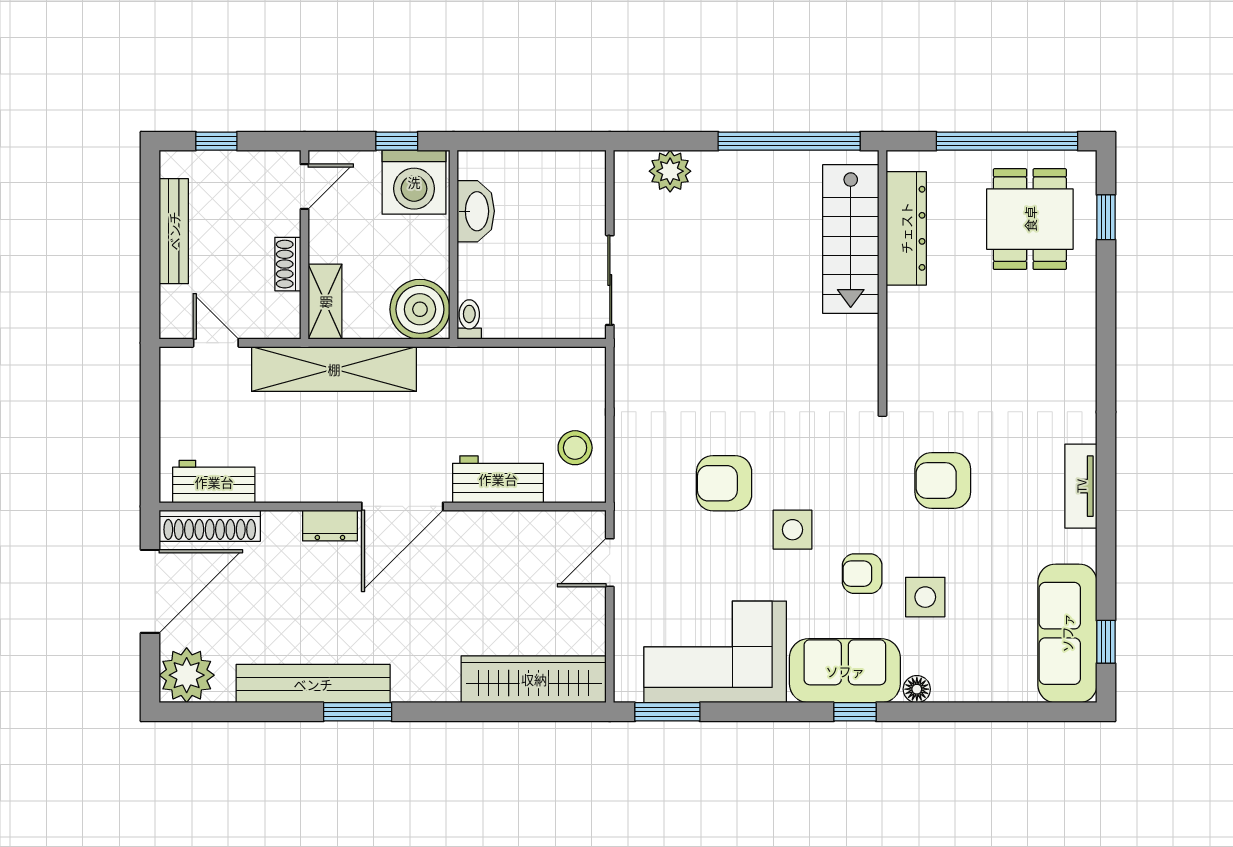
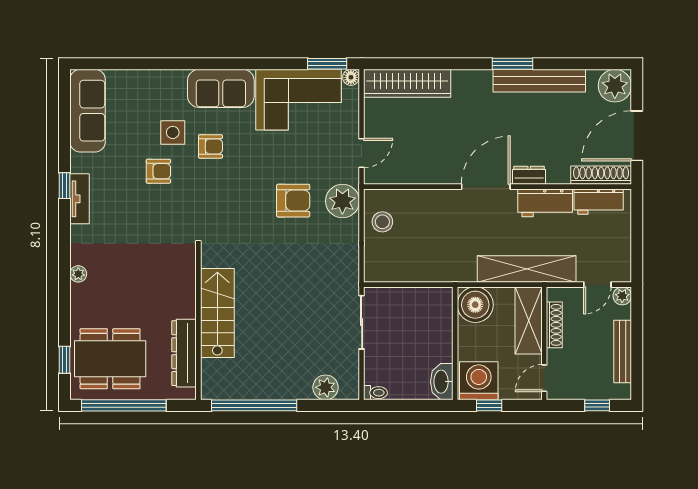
washbasin: (476, 211) -> (442, 382), moved
dining table: (1030, 219) -> (110, 359), width x1.38
stairs: (851, 239) -> (217, 313), moved
shoe rack: (288, 264) -> (554, 325), width x1.43
shelving: (325, 302) -> (529, 320), width x1.50, depth x1.33
toilet: (469, 320) -> (376, 393), moved, turned -90
plant: (174, 324) -> (622, 296), added
door: (216, 343) -> (597, 285), hinge flipped
plant: (1083, 361) -> (78, 274), added
workbench: (498, 479) -> (545, 203), moved
armchair: (943, 481) -> (158, 171), moved, width x0.72, depth x0.72
plant: (642, 483) -> (342, 201), added
side table: (792, 530) -> (252, 173), removed
window: (1106, 642) -> (65, 186), moved
floor lamp: (917, 689) -> (351, 77), moved
window: (855, 712) -> (215, 64), removed

